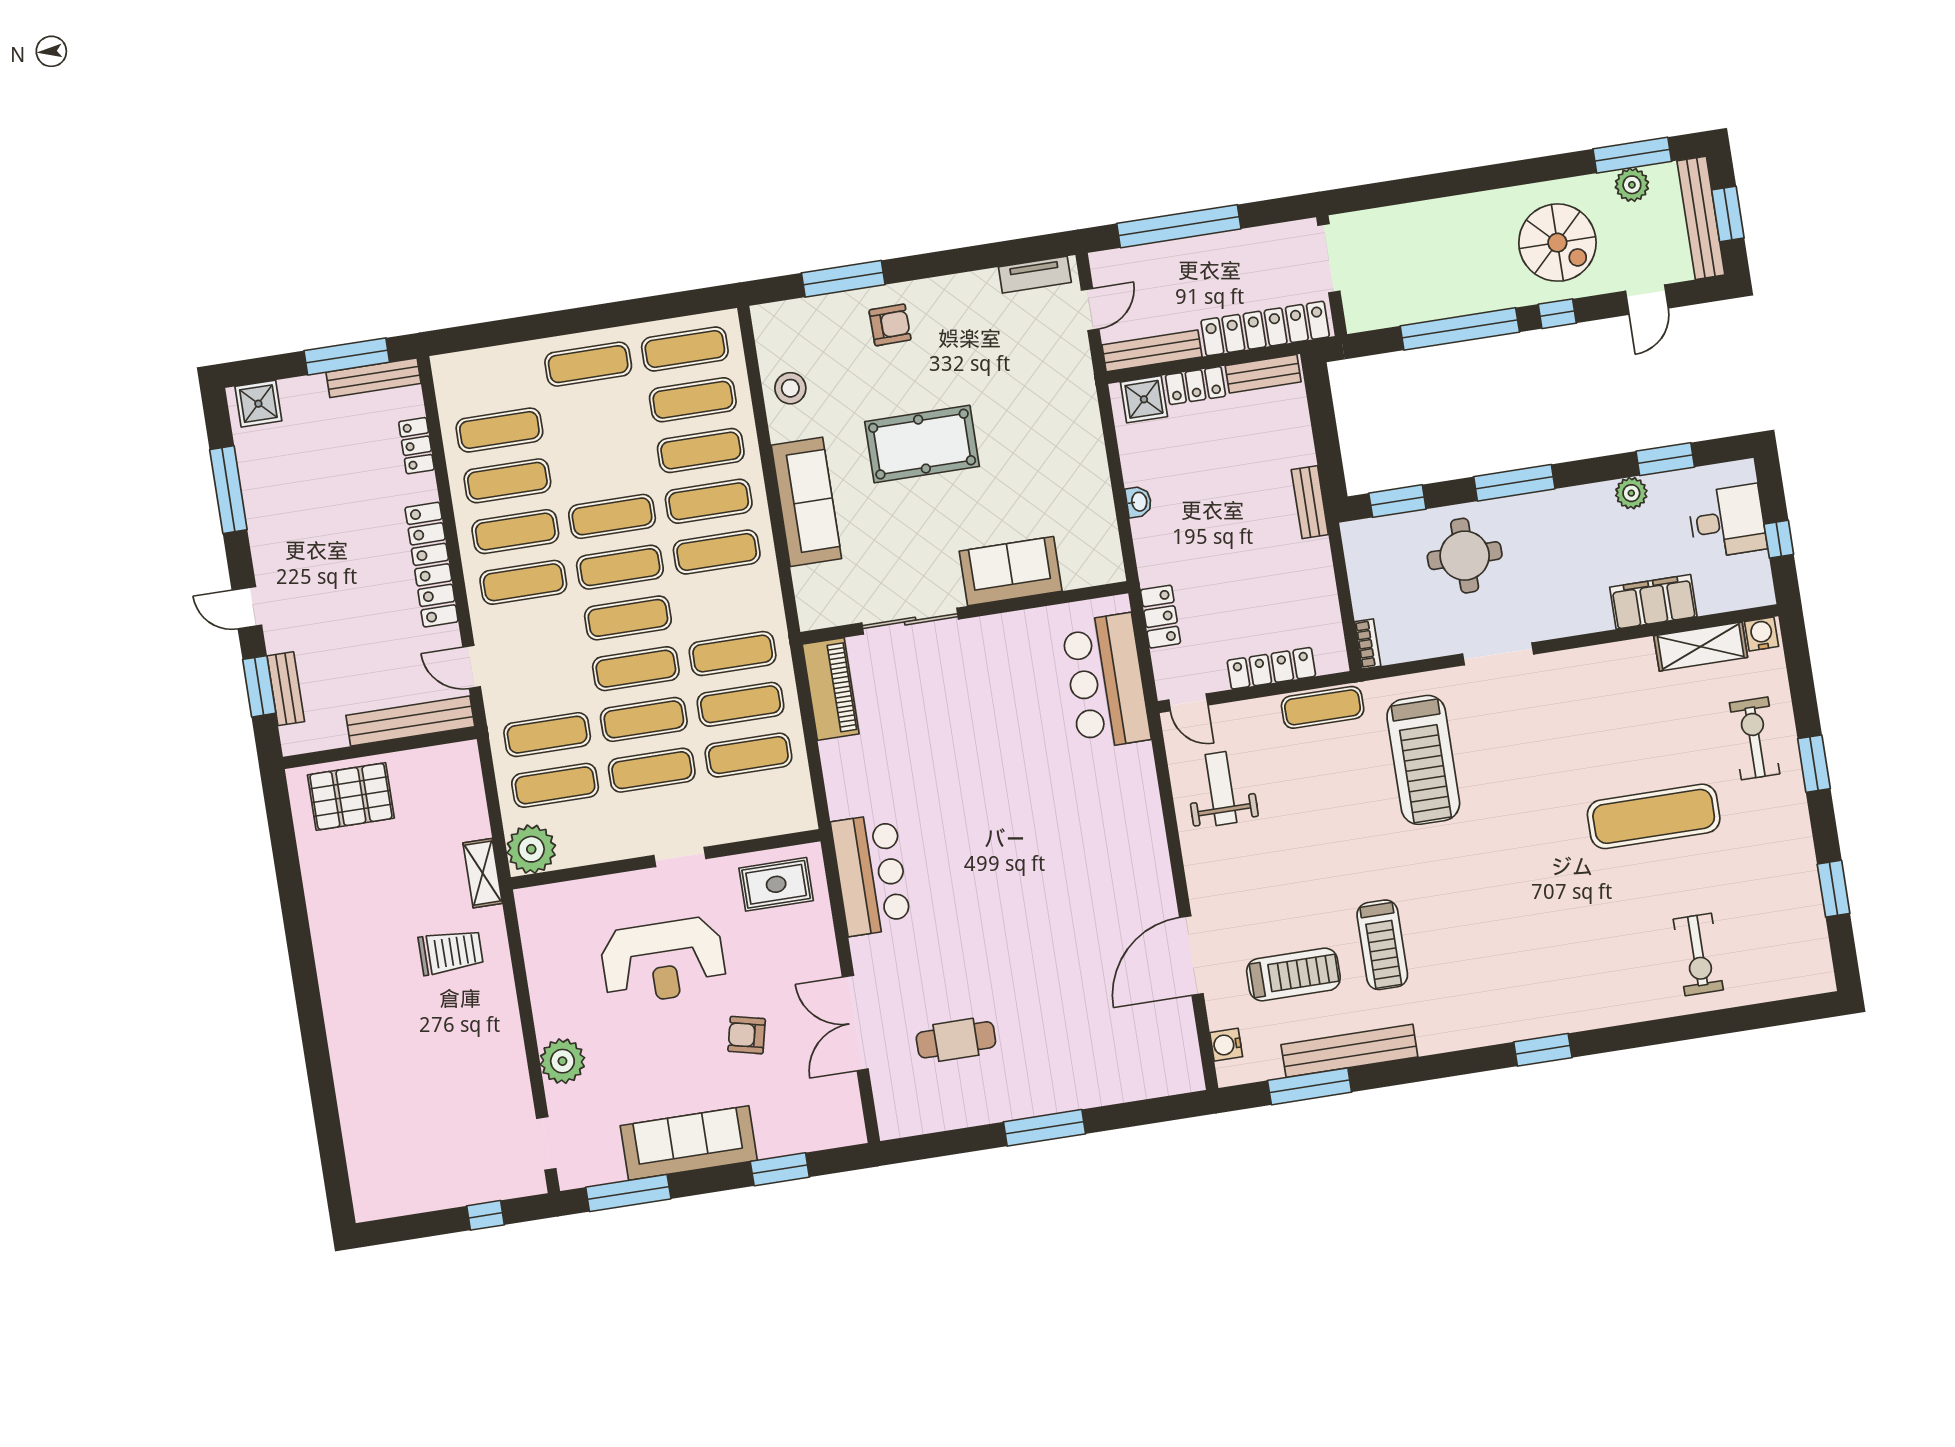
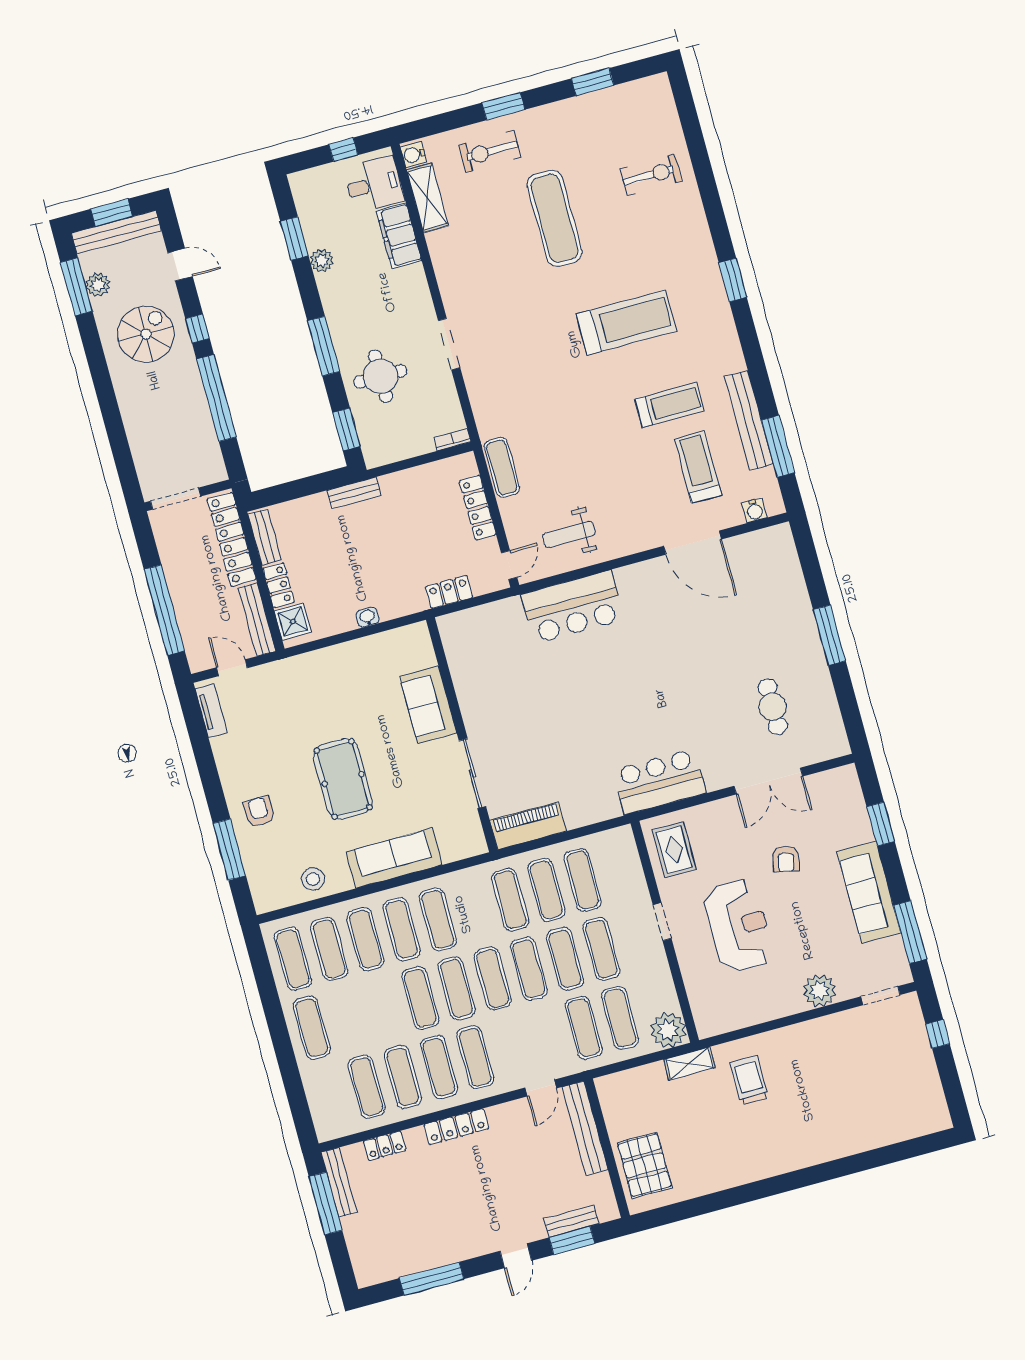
shower: (258, 404) -> (367, 1264), removed
desk: (1727, 521) -> (374, 184), moved, turned 90
locker: (432, 565) -> (456, 1127), width x0.71, depth x0.83
bar counter: (1106, 681) -> (573, 607), moved
treadmill: (1423, 760) -> (626, 323), moved

